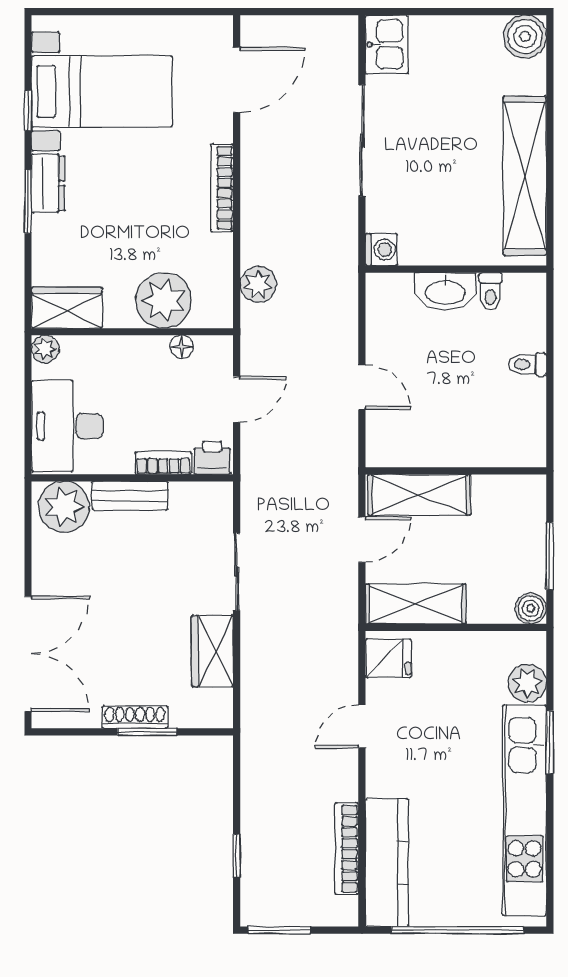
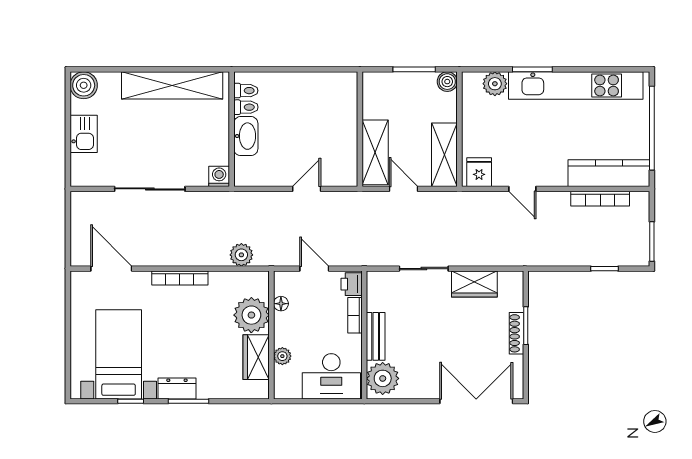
kitchen sink: (387, 45) -> (84, 134), moved, turned 90
wardrobe: (67, 308) -> (256, 357), moved
plant: (45, 349) -> (282, 356), moved
toilet: (527, 364) -> (246, 91), moved, turned -90

